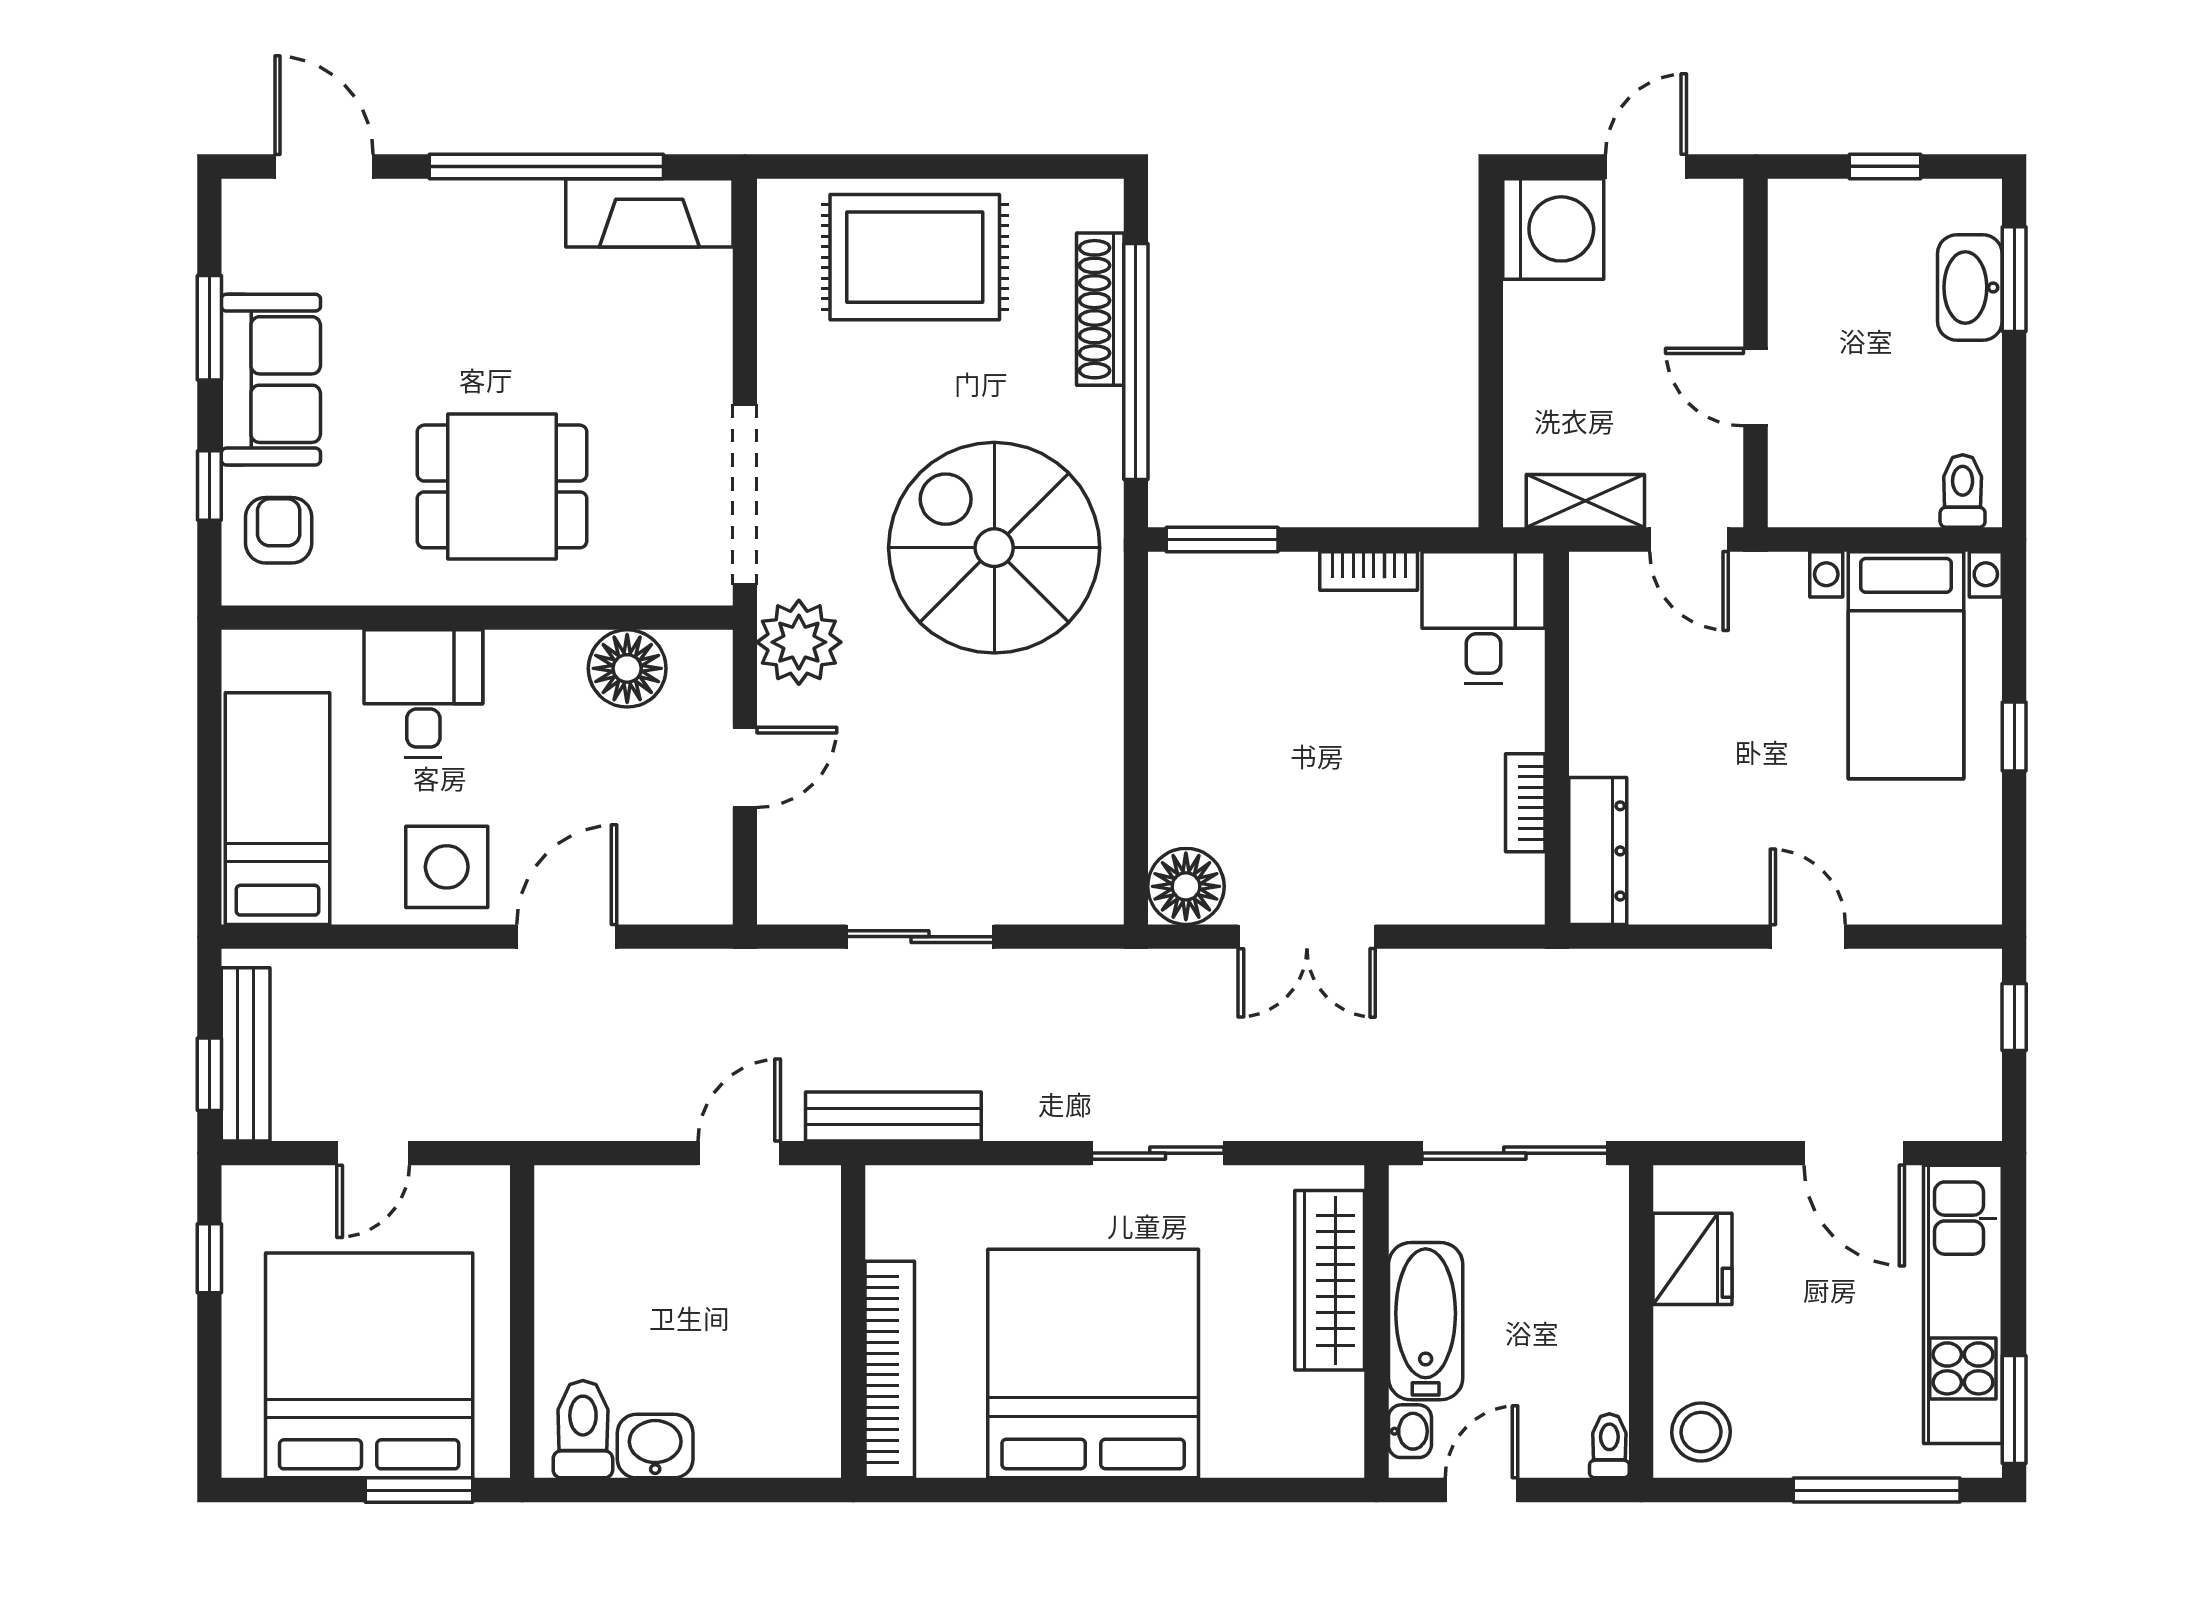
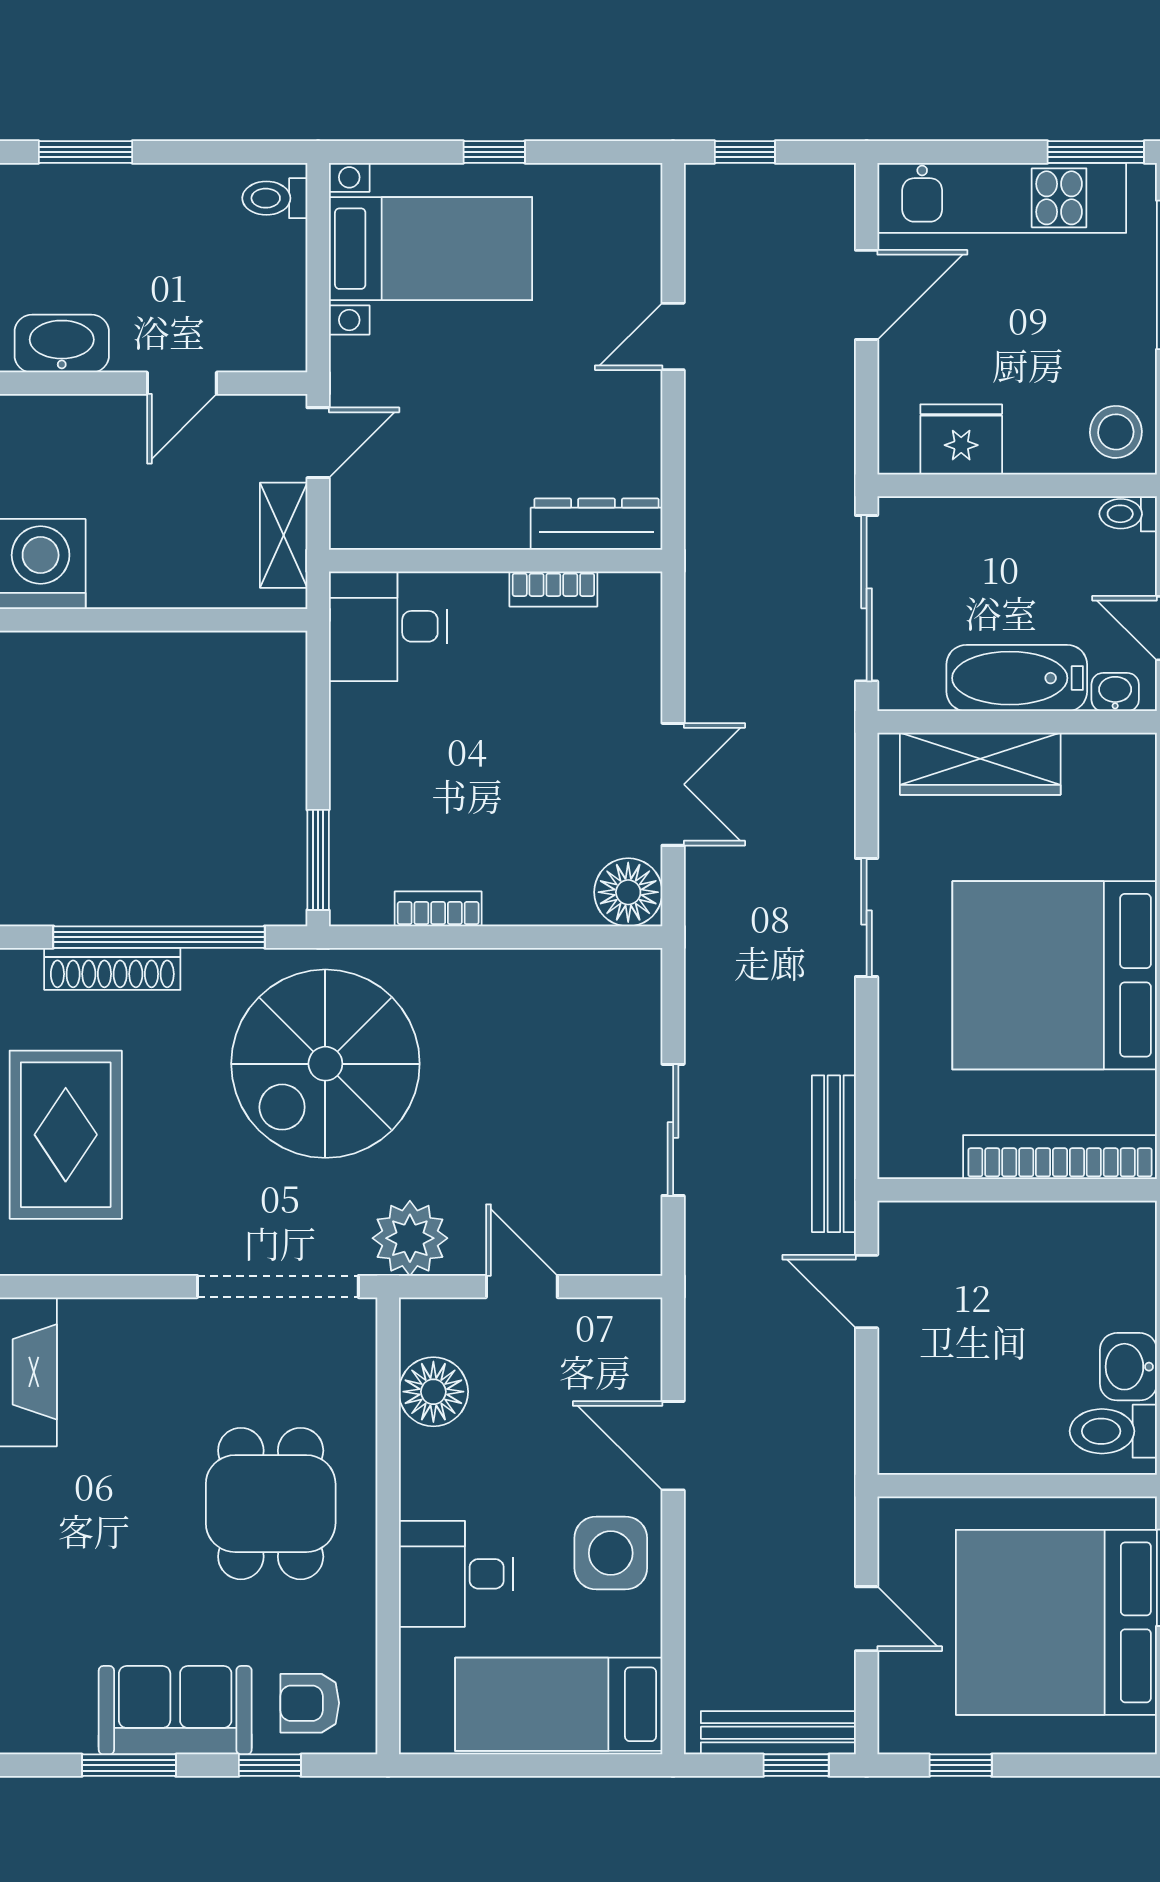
washbasin: (1970, 287) -> (62, 344), moved, turned 180
bookcase: (1369, 571) -> (438, 909), moved, turned -90

